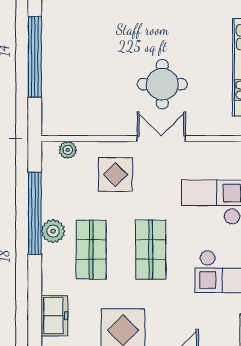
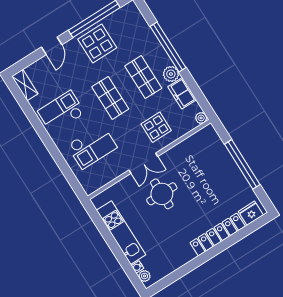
plant: (68, 150) -> (201, 118), moved
window: (35, 213) -> (168, 47), moved
freezer: (54, 316) -> (182, 93), moved

